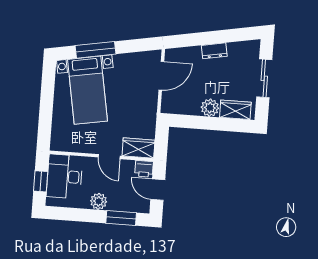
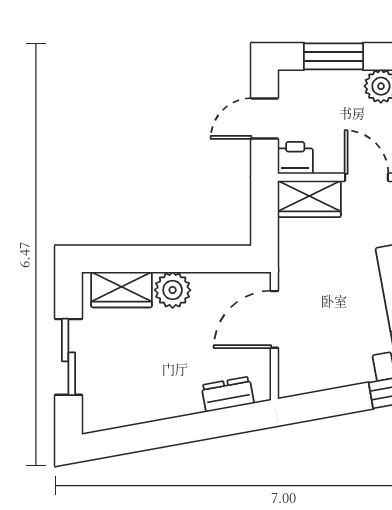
dresser: (214, 51) -> (228, 394), moved
door: (161, 76) -> (274, 319), moved
door: (158, 190) -> (264, 118), swing flipped

